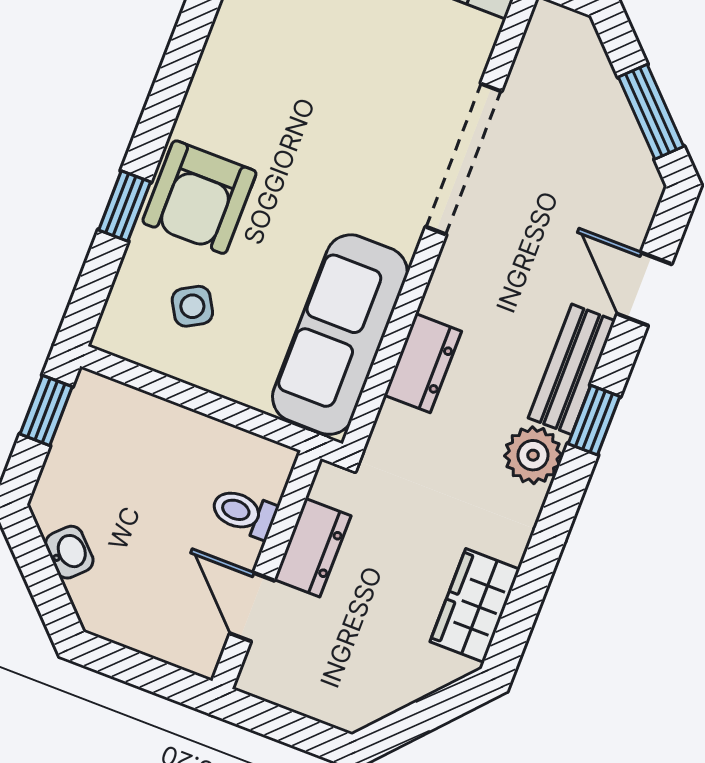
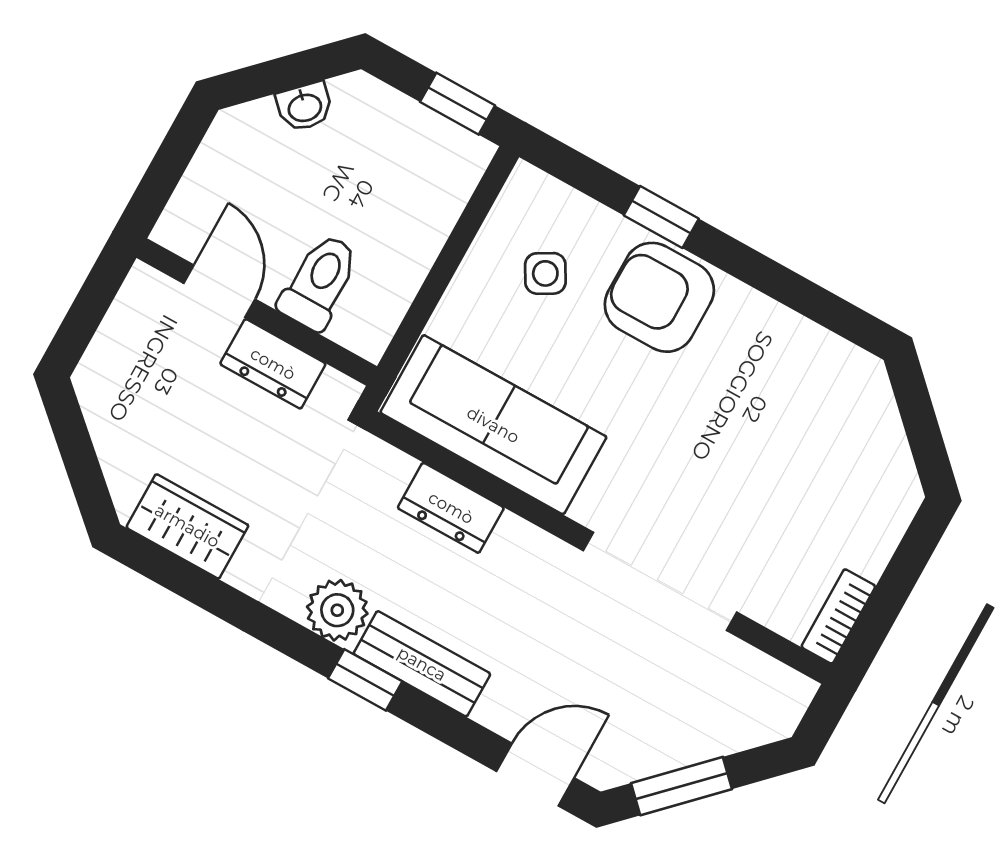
door: (644, 289) -> (535, 775), moved
toilet: (244, 513) -> (319, 282), width x1.37, depth x1.39
door: (252, 607) -> (219, 291), hinge flipped

